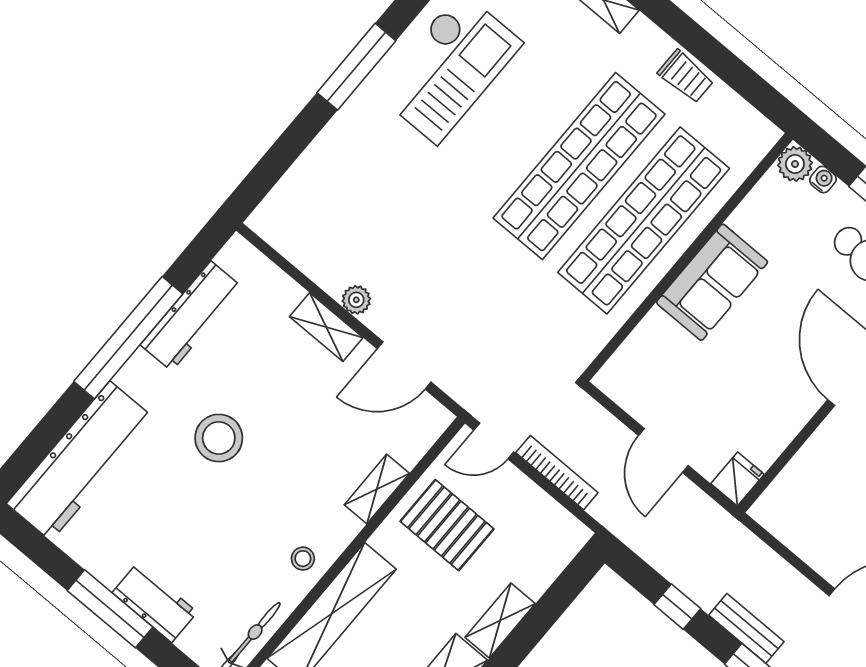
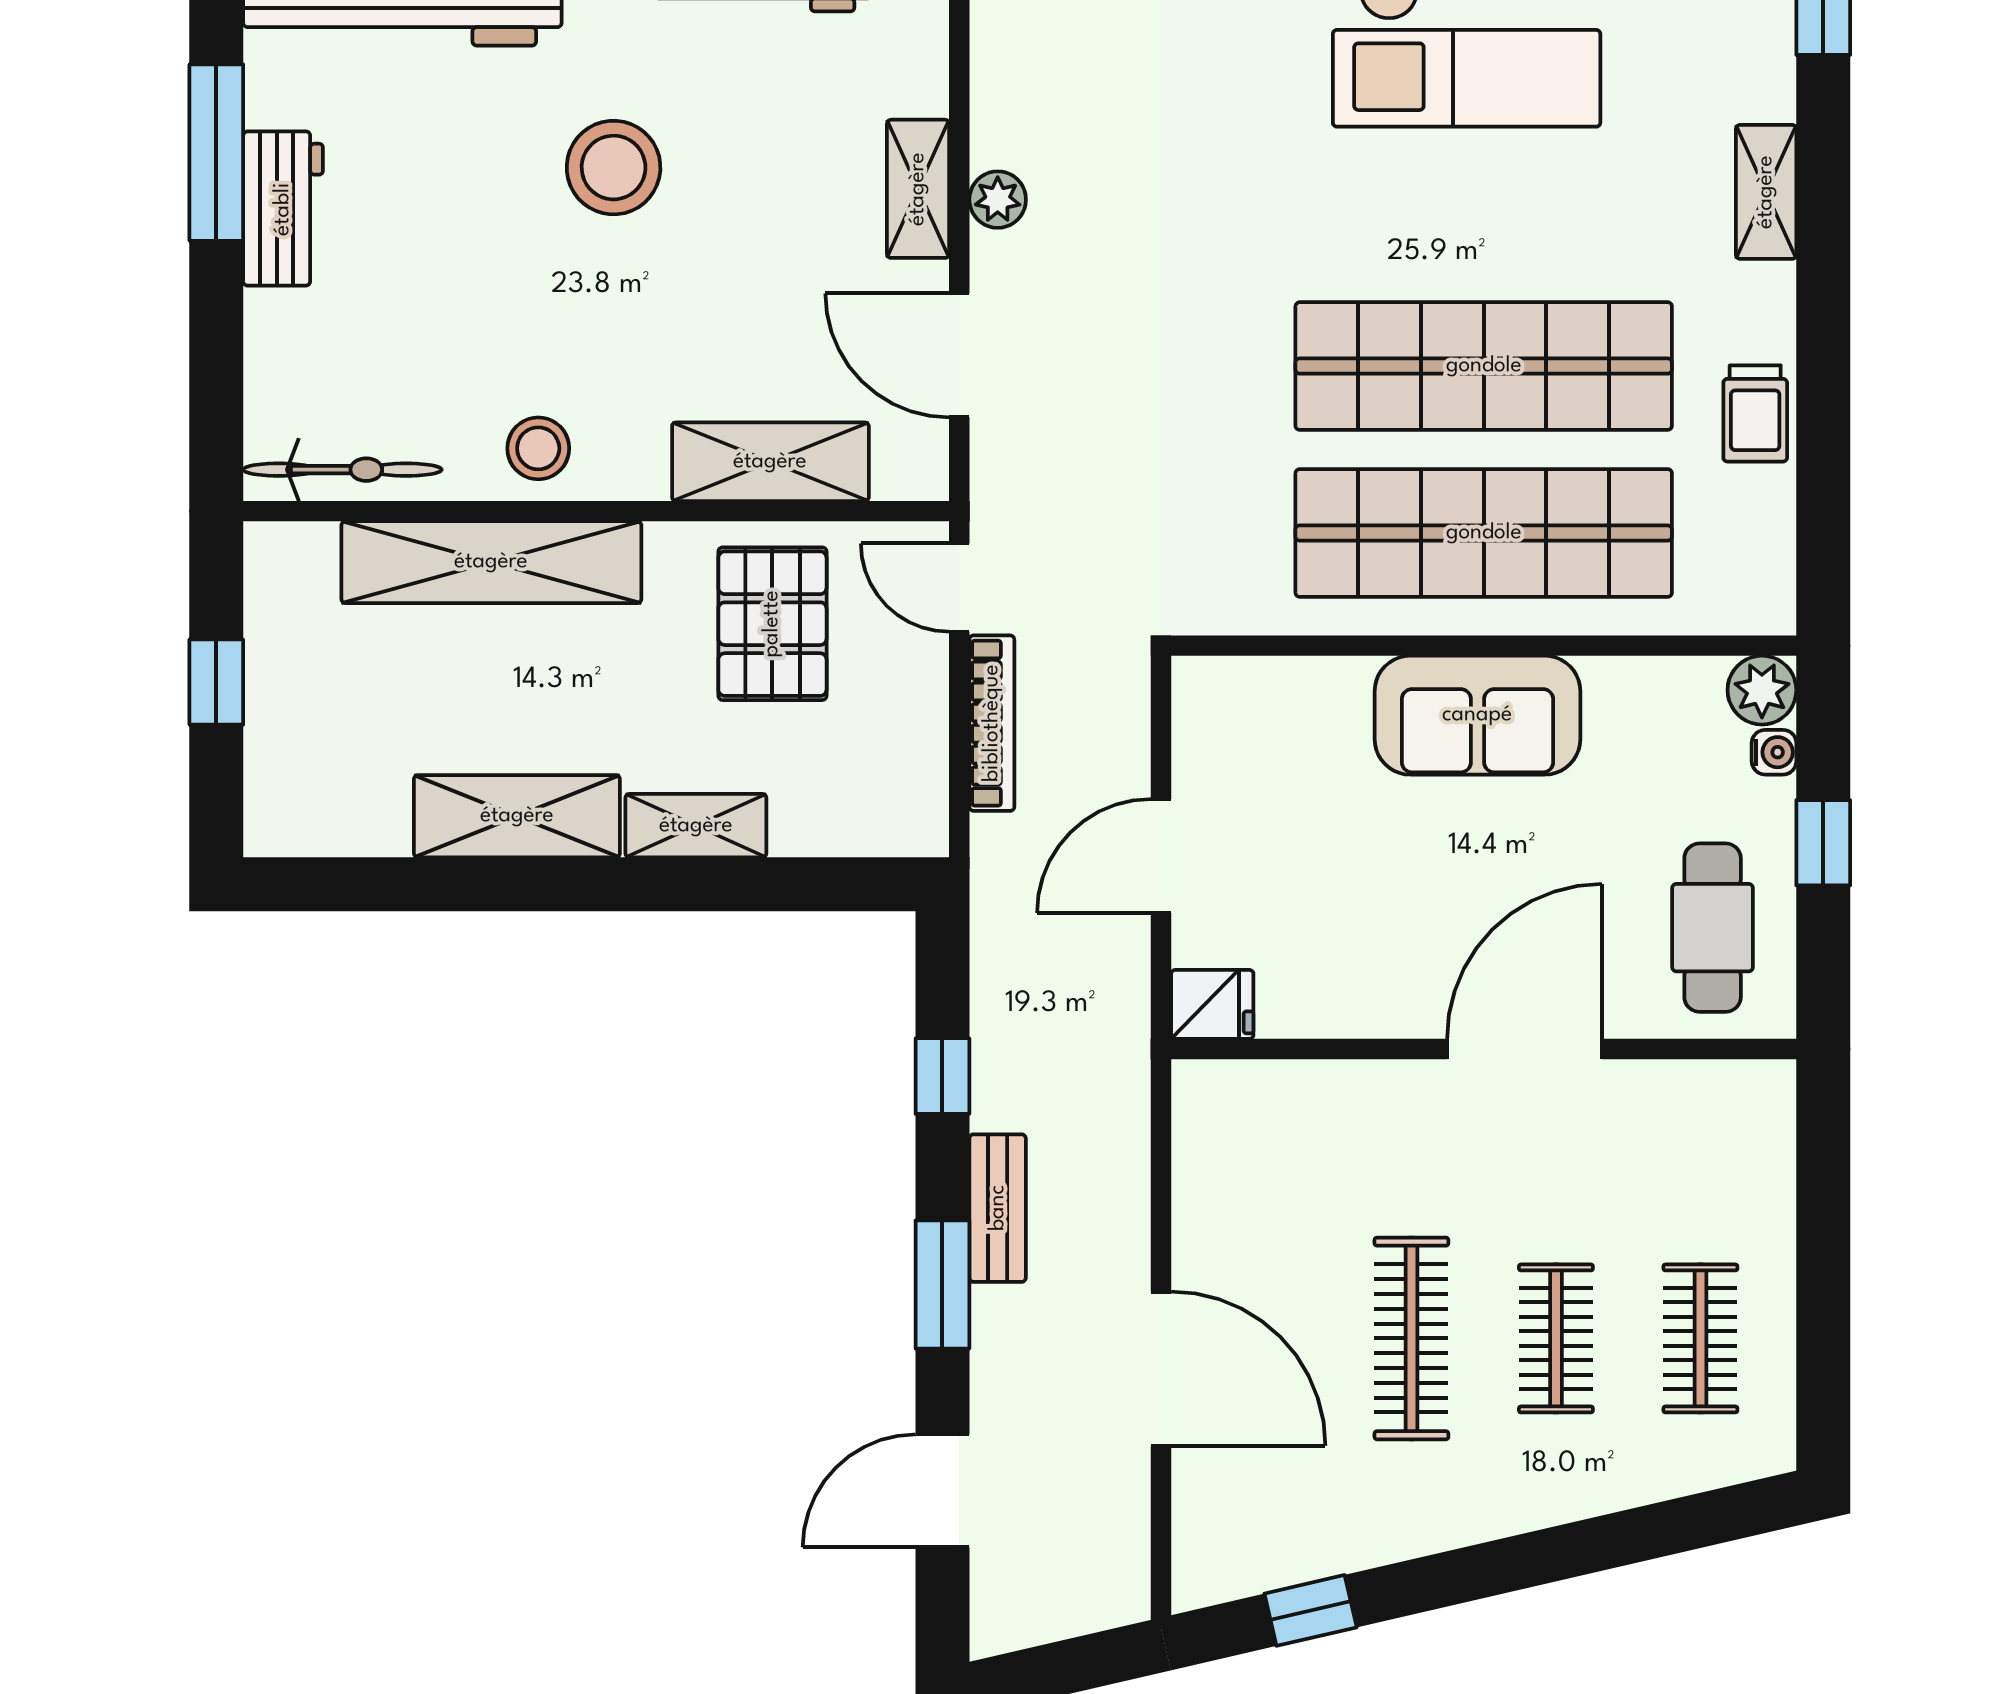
shelving: (377, 489) -> (770, 462), width x1.50, depth x1.33
stool: (303, 559) -> (538, 448), width x1.37, depth x1.37
workbench: (155, 602) -> (283, 209), moved
window: (110, 609) -> (216, 153), moved

